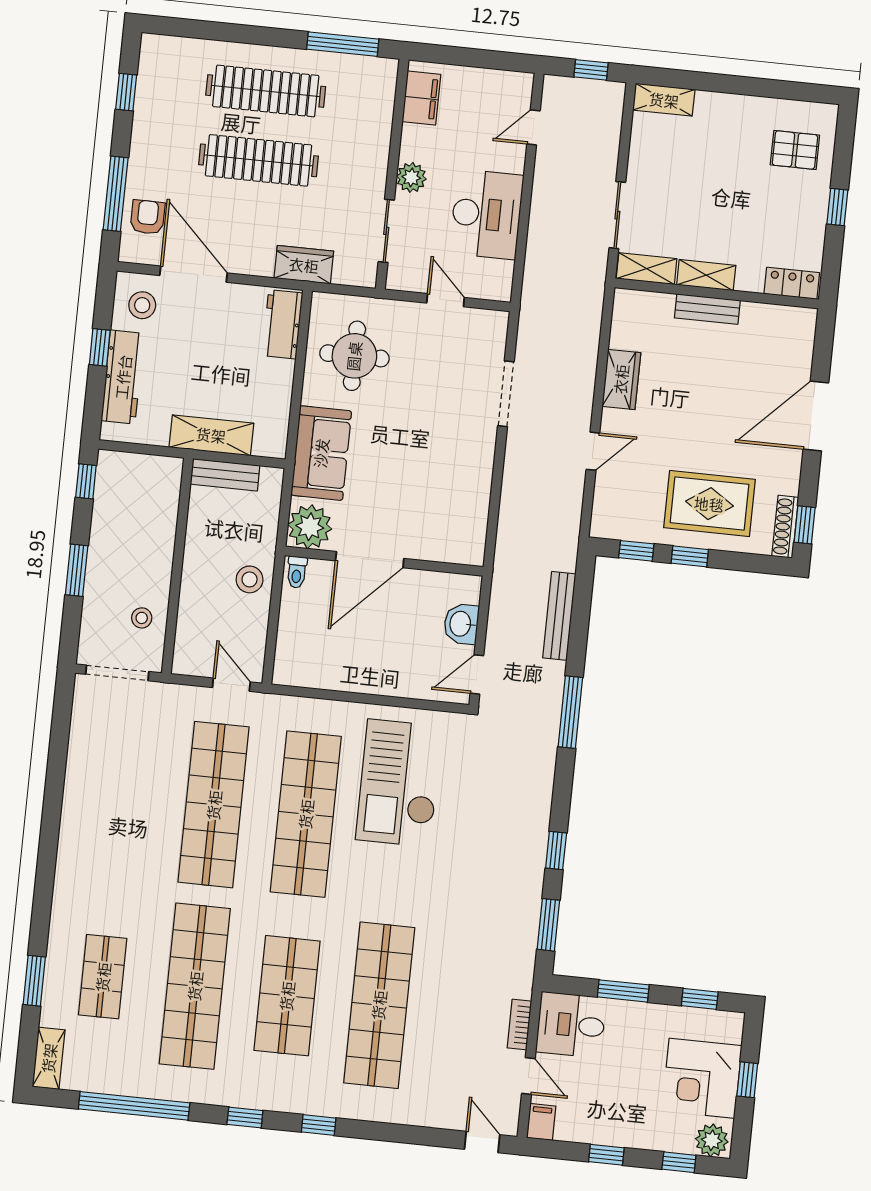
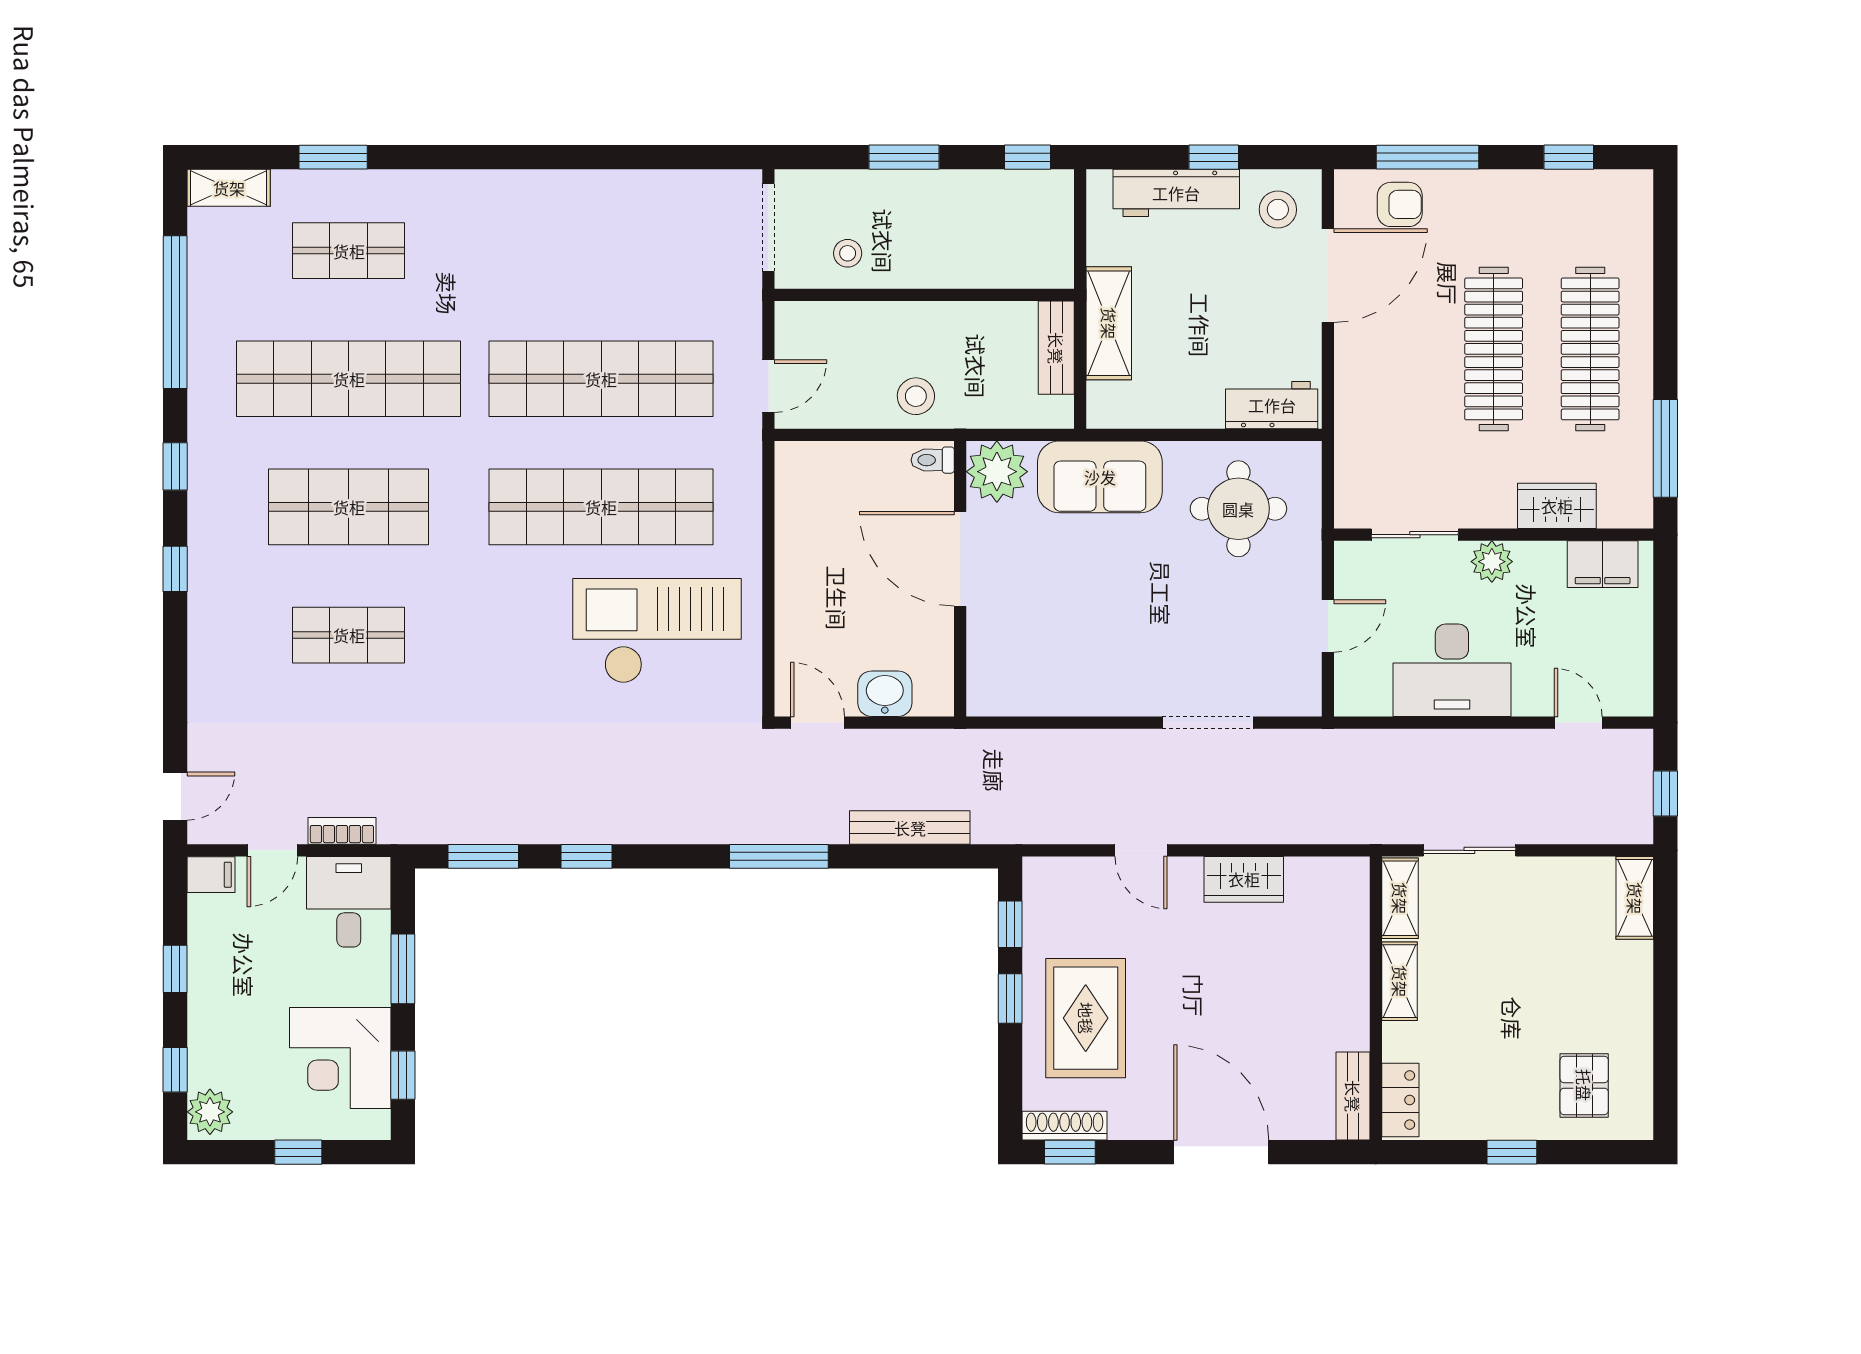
wardrobe: (304, 265) -> (1557, 506), moved, turned -90
bench: (707, 309) -> (1353, 1096), moved
shop shelf: (379, 1005) -> (349, 635), width x0.50, depth x0.74
corner desk: (702, 1078) -> (340, 1058), moved, turned -90

